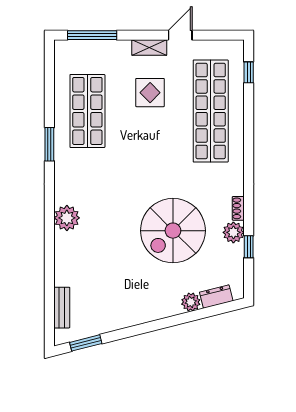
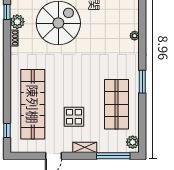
shelving: (149, 47) -> (85, 147), moved
plant: (64, 55) -> (133, 142), added
plant: (67, 218) -> (135, 36), width x0.53, depth x0.53

